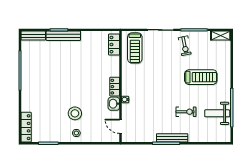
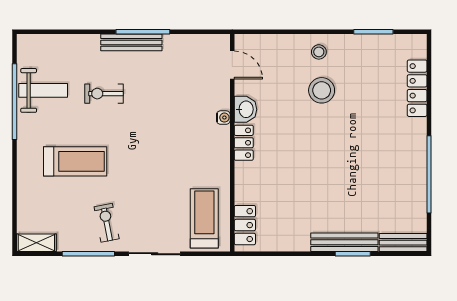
treadmill: (201, 77) -> (75, 161), turned 180
locker: (26, 127) -> (417, 88), moved

